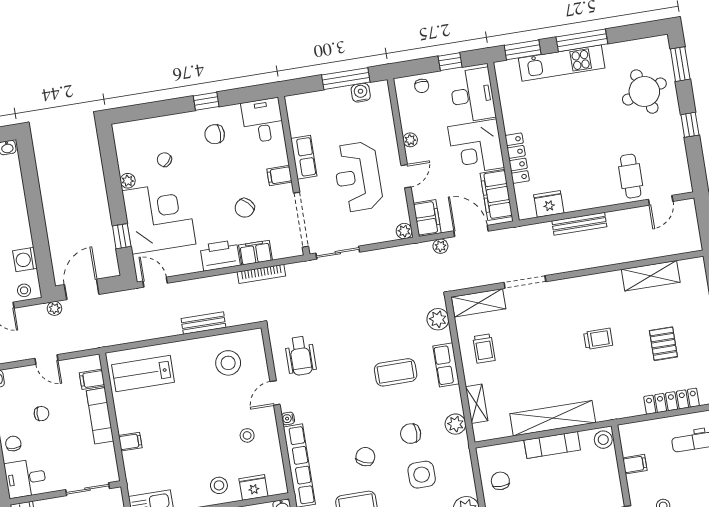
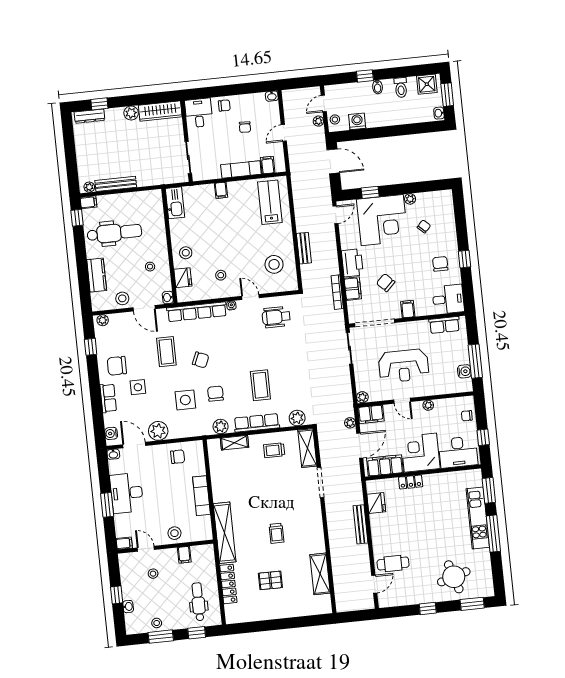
row of seats: (304, 157) -> (444, 325), moved
locker: (517, 158) -> (411, 482), width x0.66
reception desk: (358, 177) -> (404, 366), turned 180
door: (661, 200) -> (374, 584), swing flipped
plant: (54, 308) -> (318, 121), moved
row of seats: (446, 365) -> (257, 423), width x1.48
shelving: (553, 418) -> (225, 533), moved
stool: (603, 440) -> (174, 533), moved

